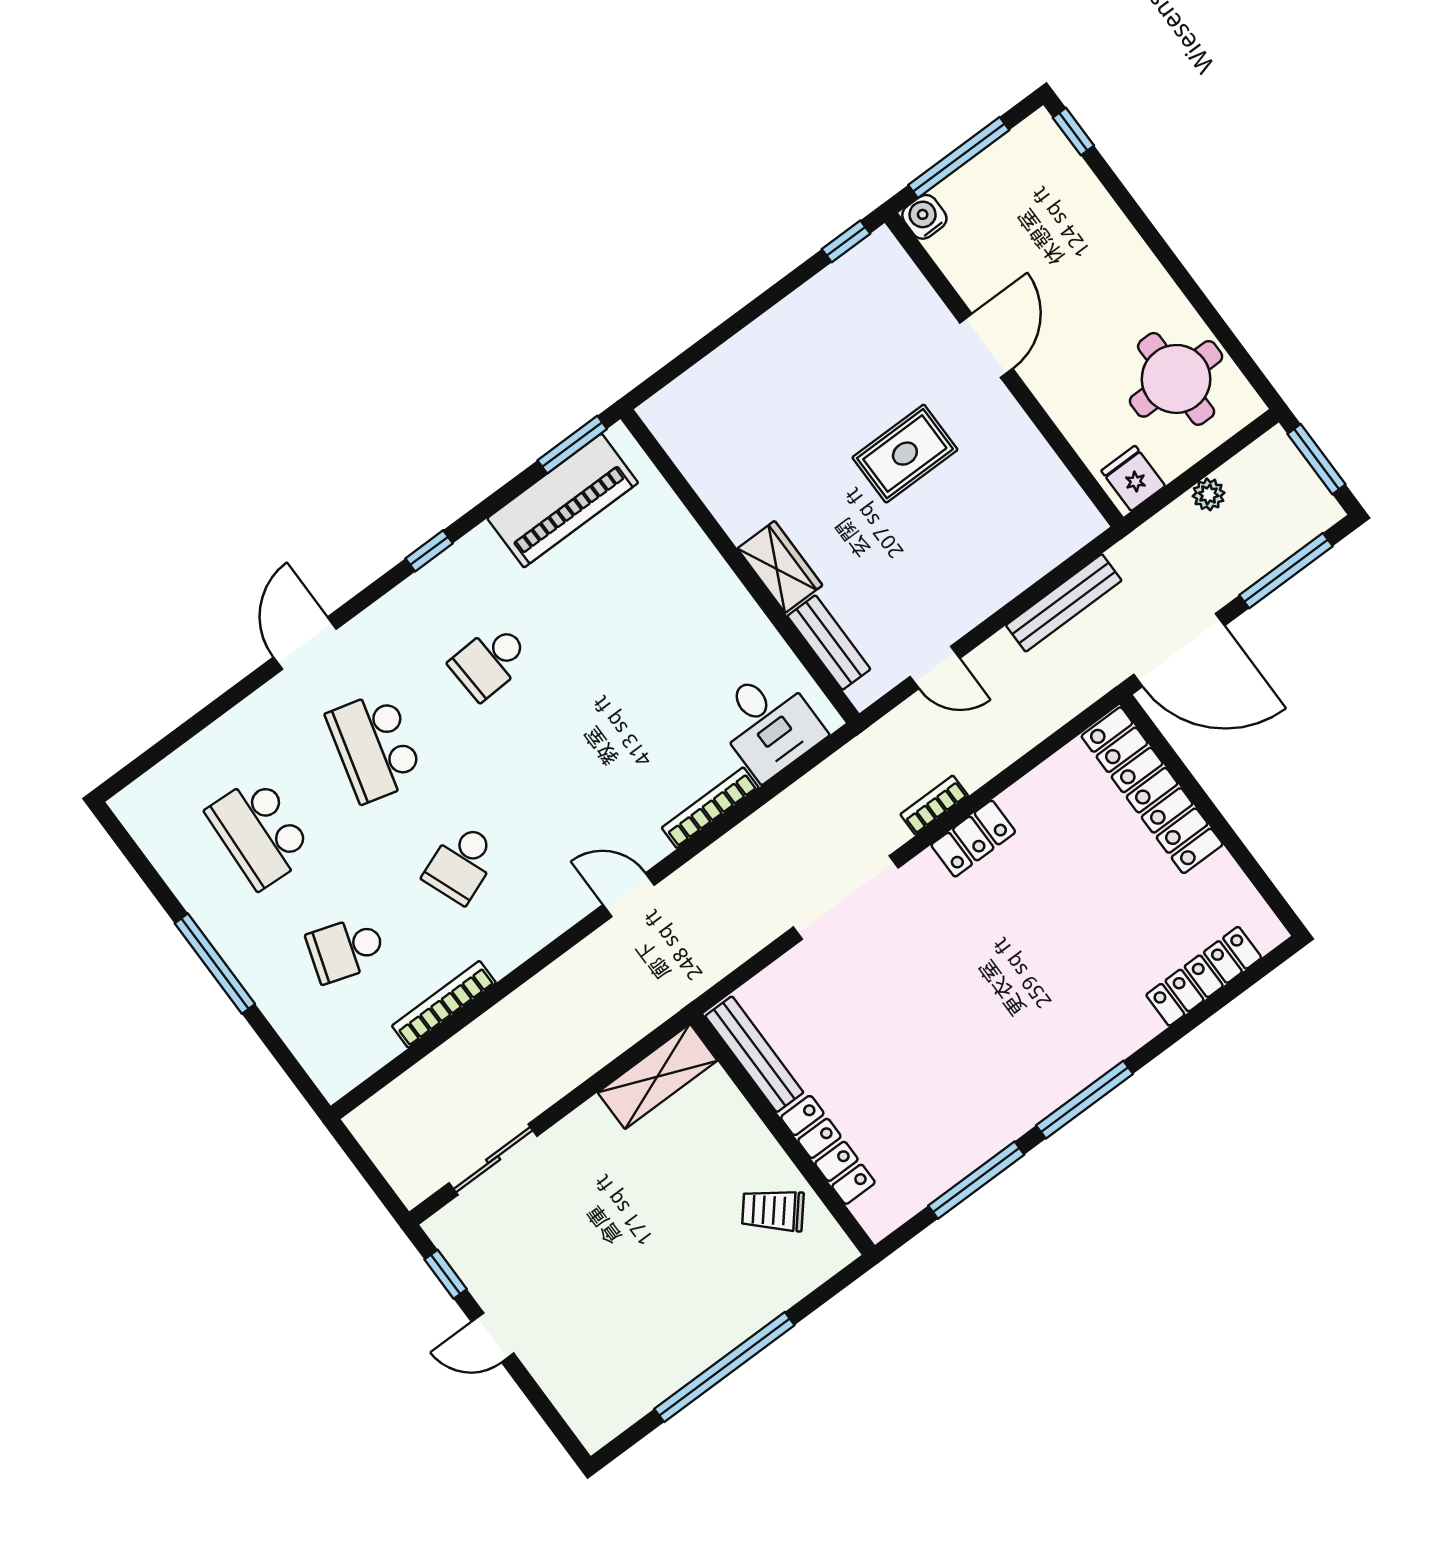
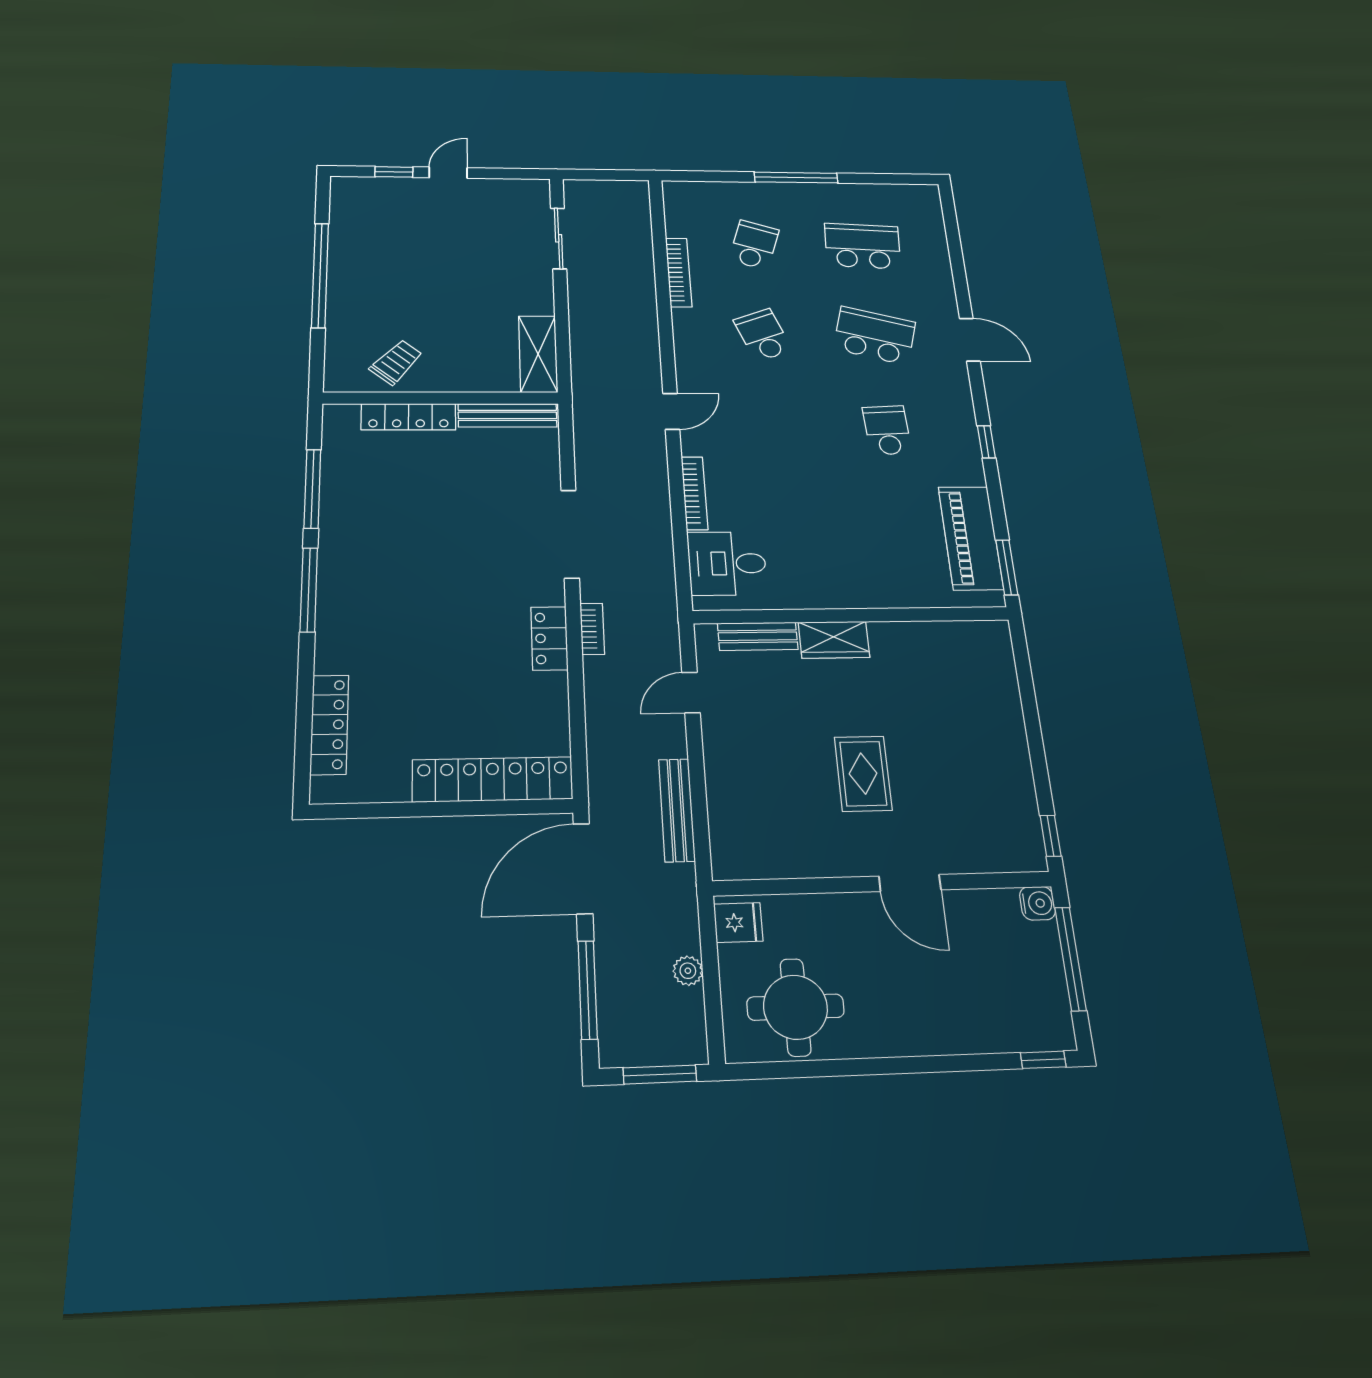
window: (446, 1274) -> (394, 172), moved

